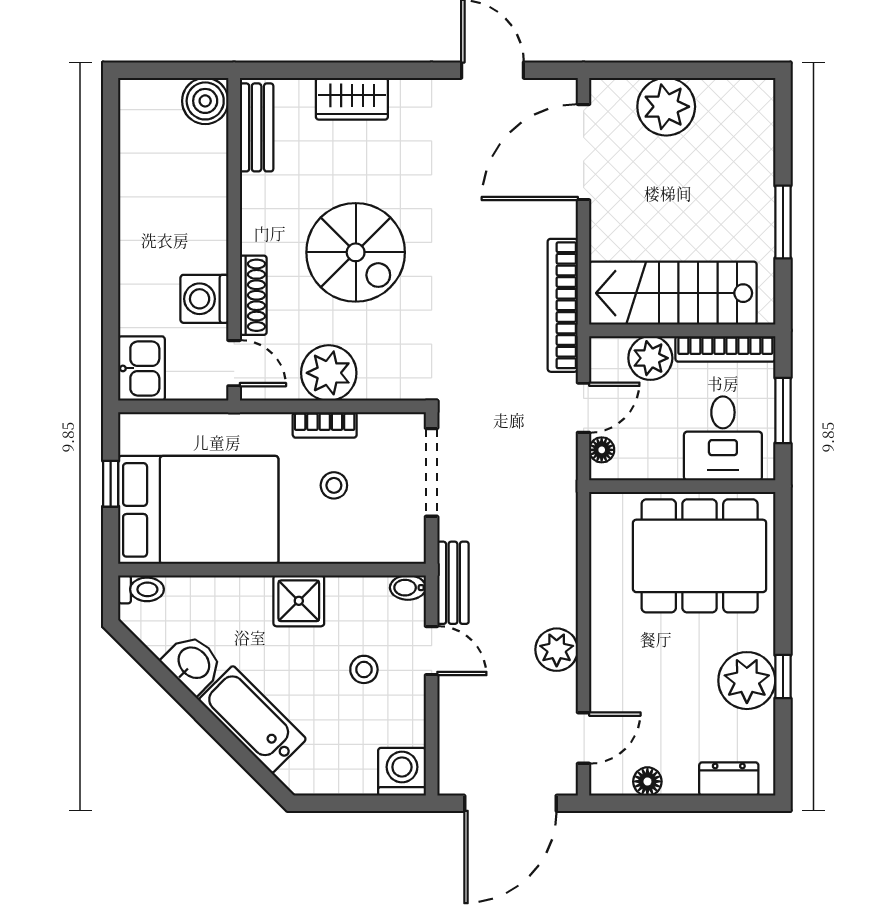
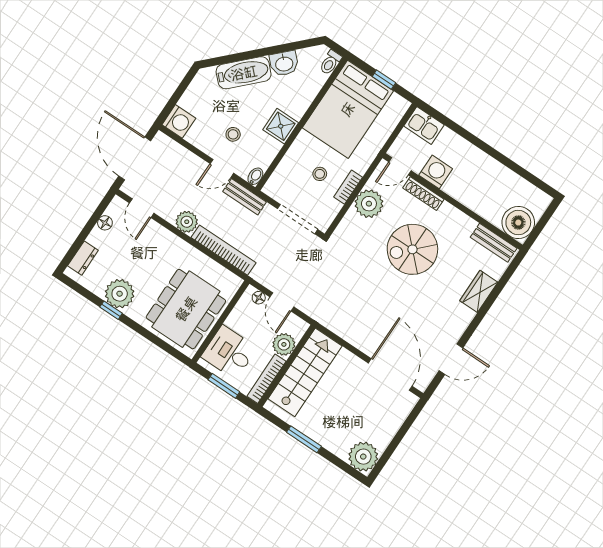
boiler: (205, 101) -> (518, 222), width x1.37, depth x1.37
plant: (666, 107) -> (363, 457), moved
bookcase: (563, 305) -> (224, 250), moved

